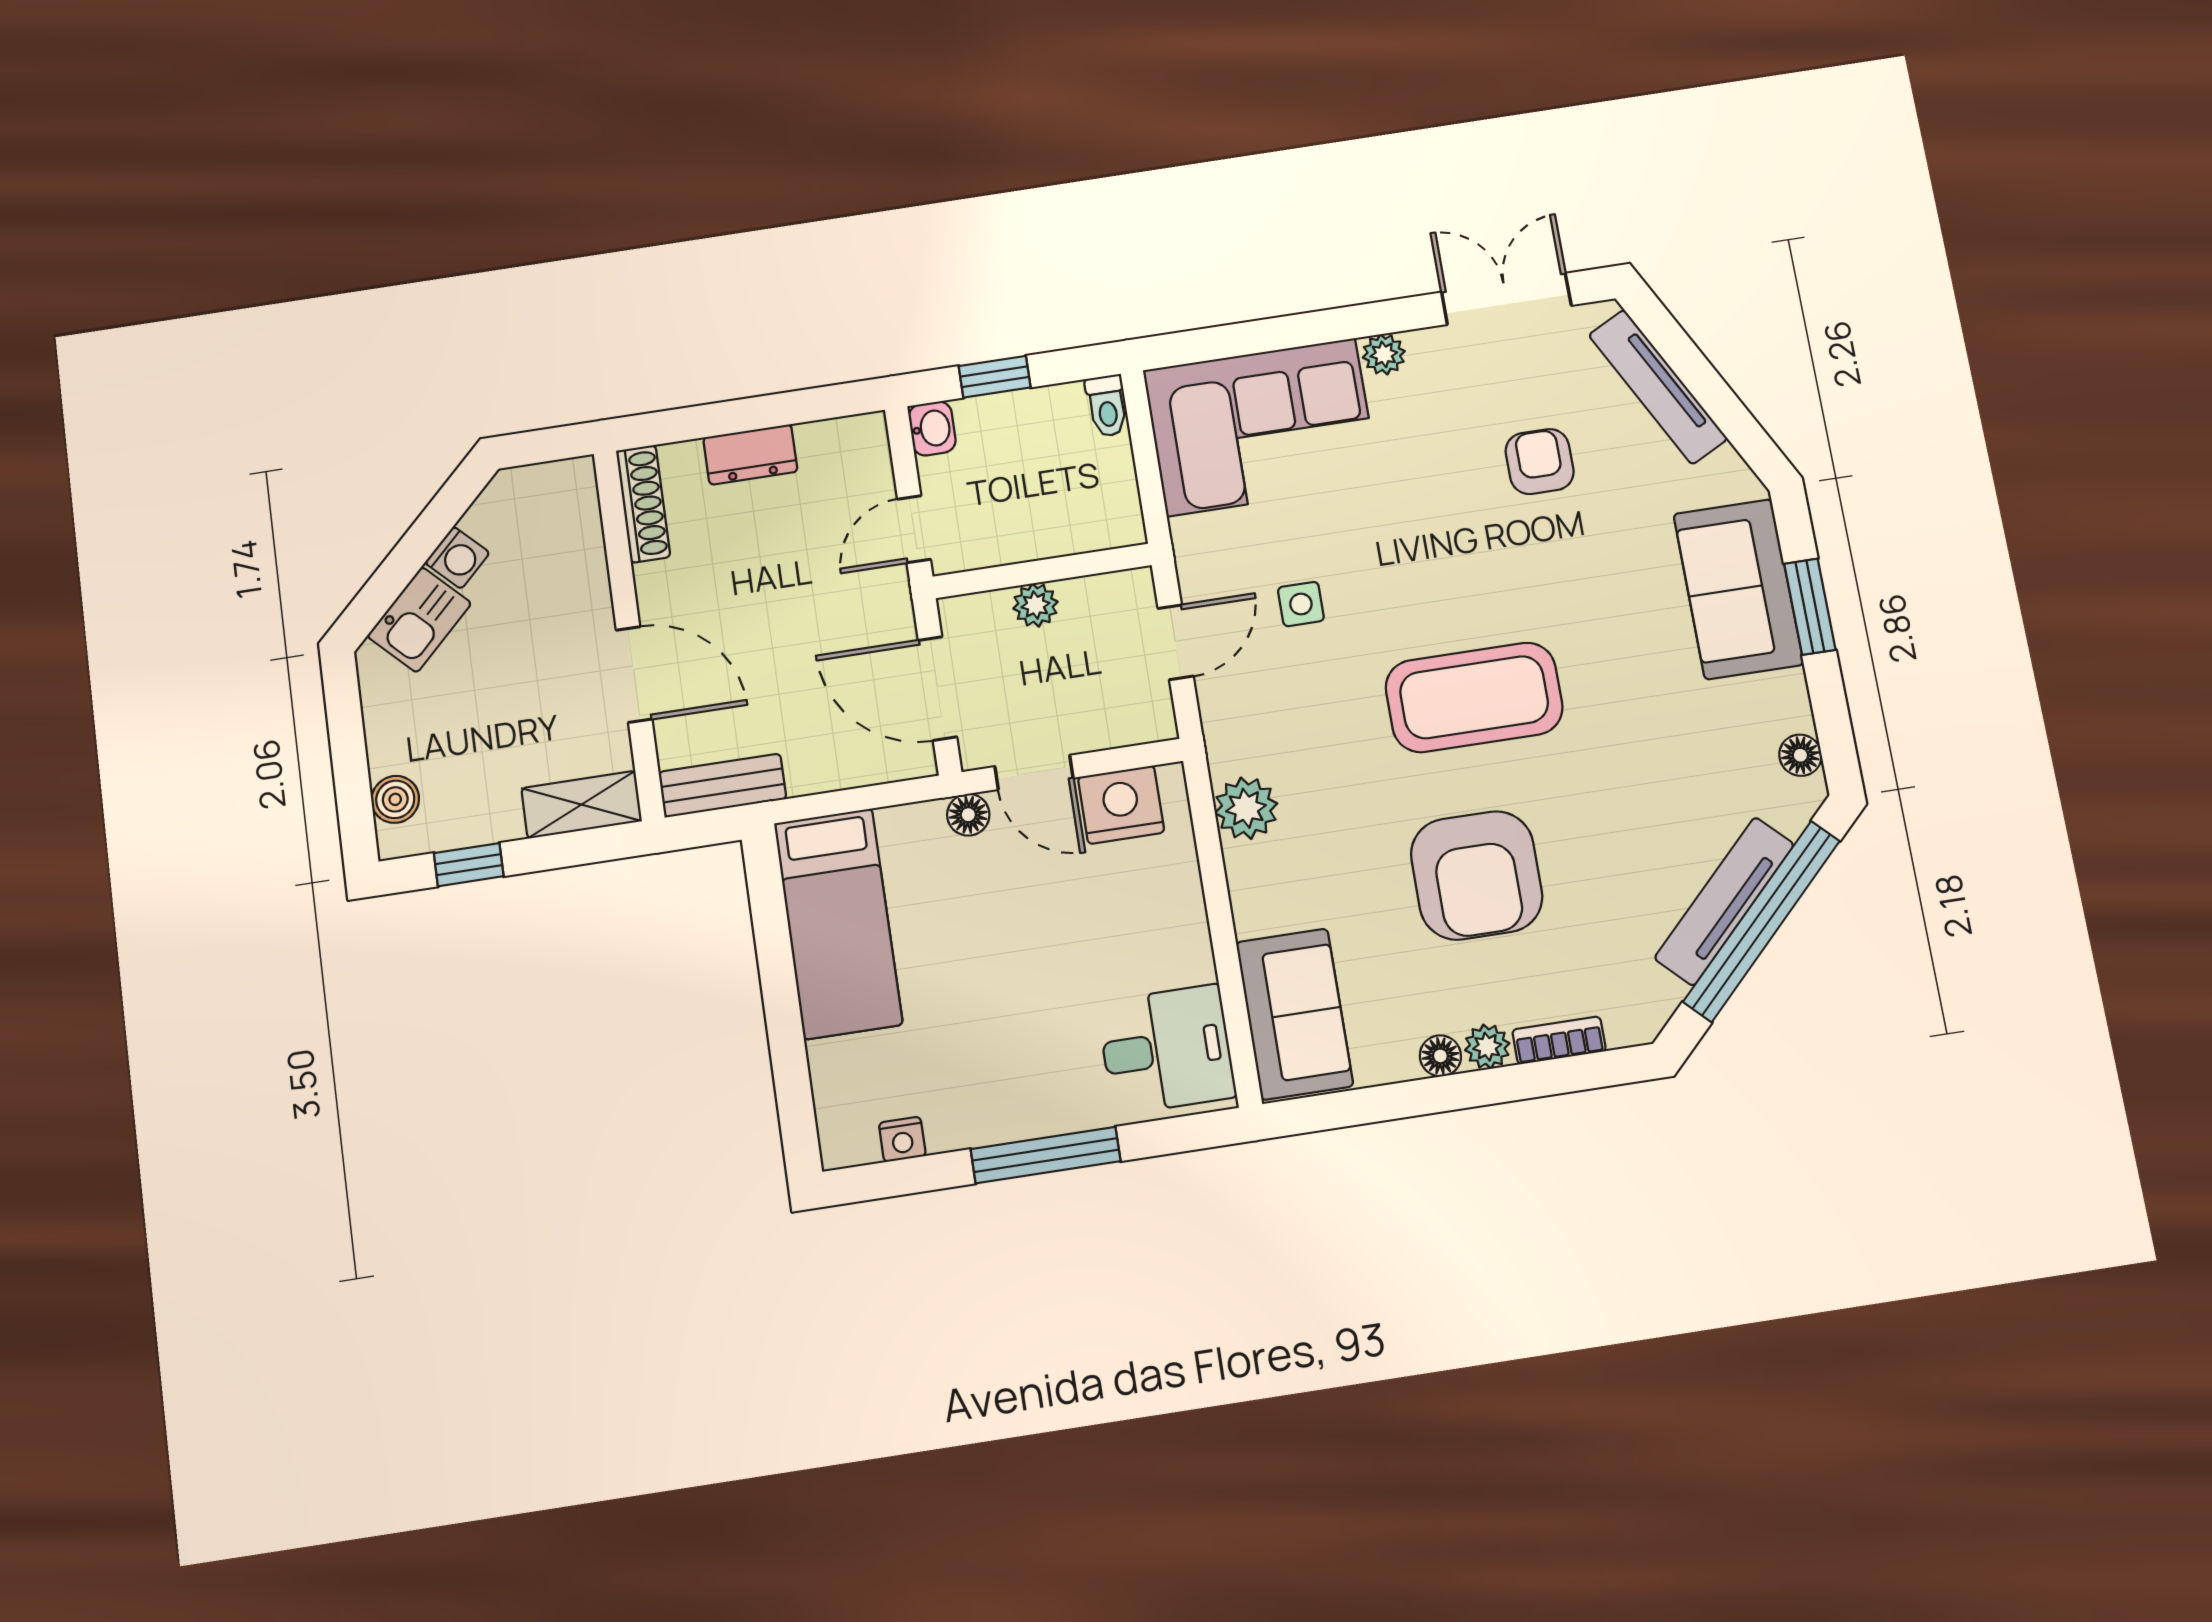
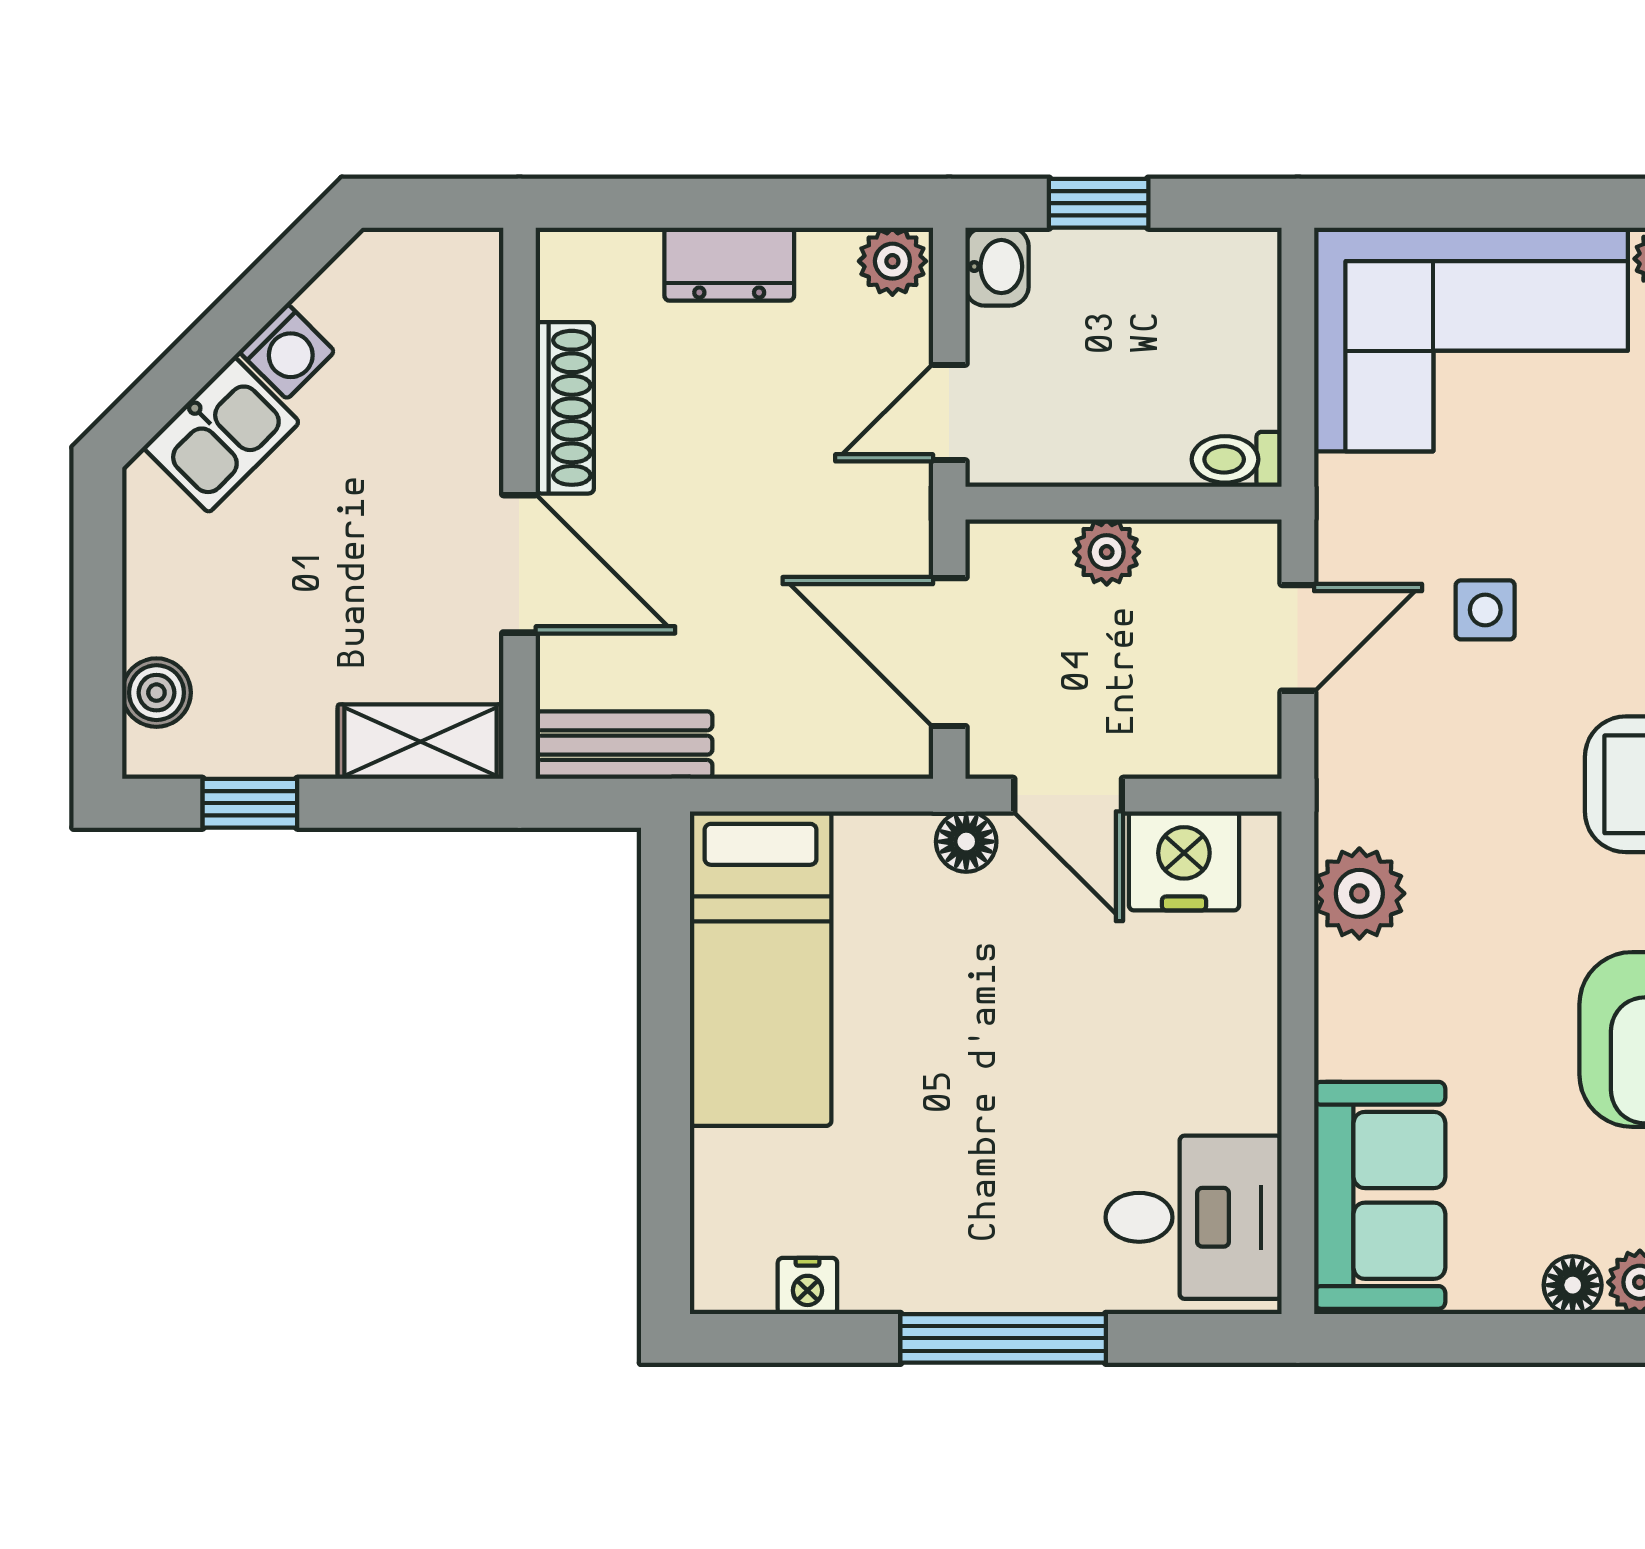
toilet: (1107, 406) -> (1237, 459), moved, turned 90
plant: (861, 436) -> (892, 261), added
shoe rack: (643, 504) -> (565, 408), moved

